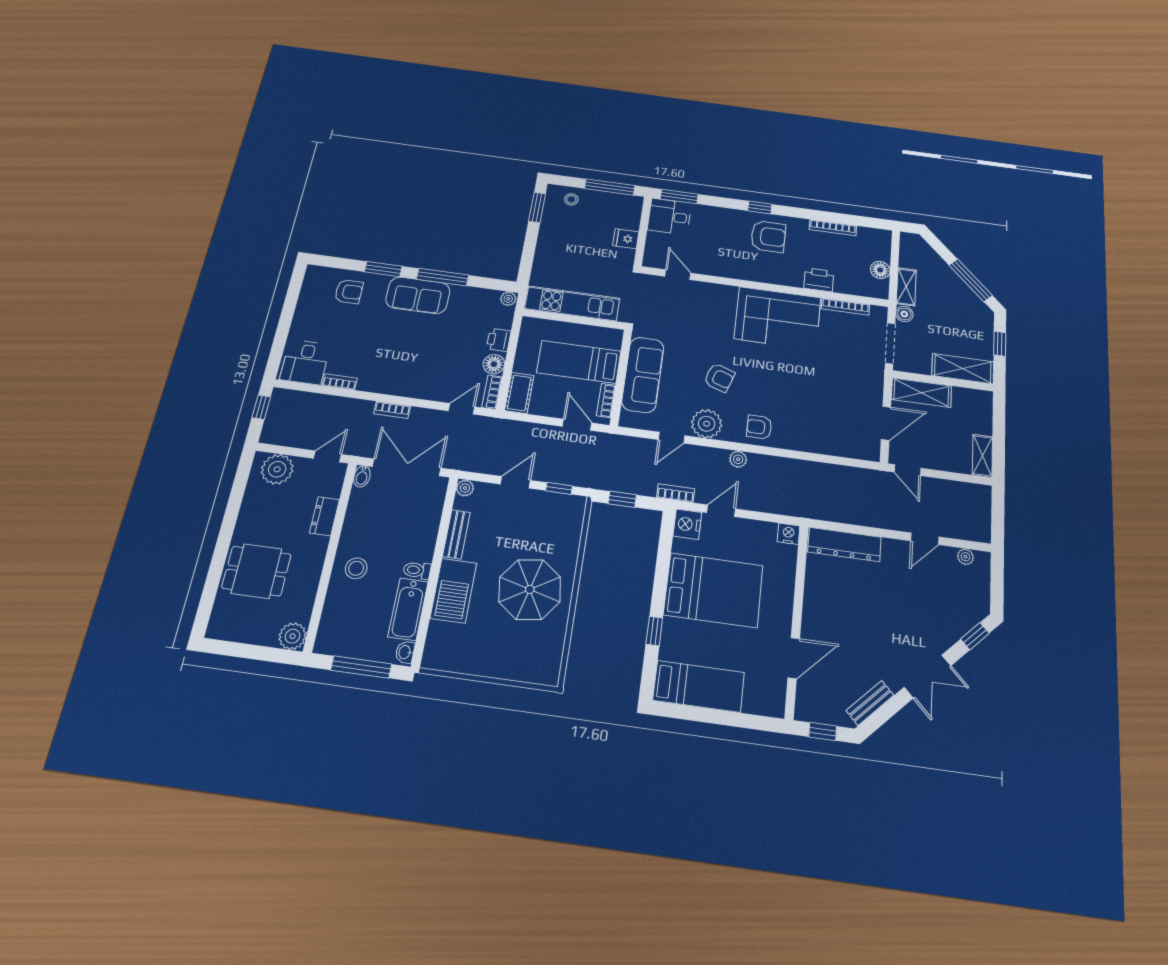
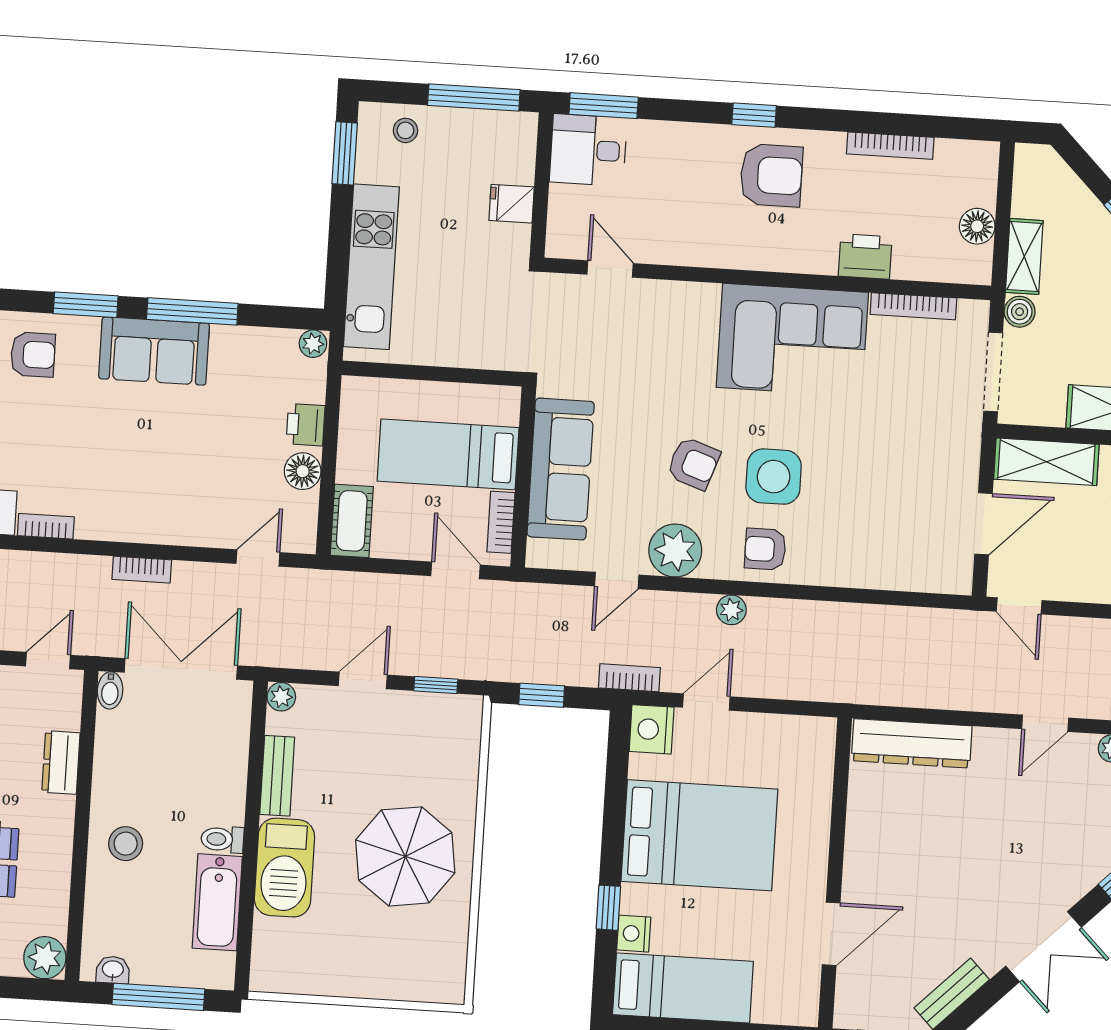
kitchen unit: (572, 303) -> (371, 267), moved, turned 90
side table: (765, 388) -> (774, 477), added
bookcase: (492, 392) -> (306, 523), removed
nightstand: (789, 534) -> (634, 934), moved, turned -90
washbasin: (405, 652) -> (113, 970), moved, turned 90

